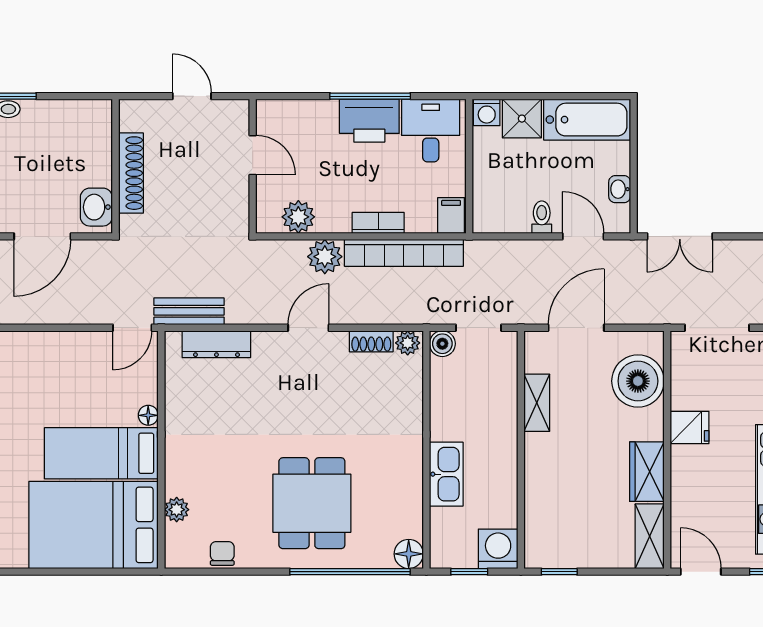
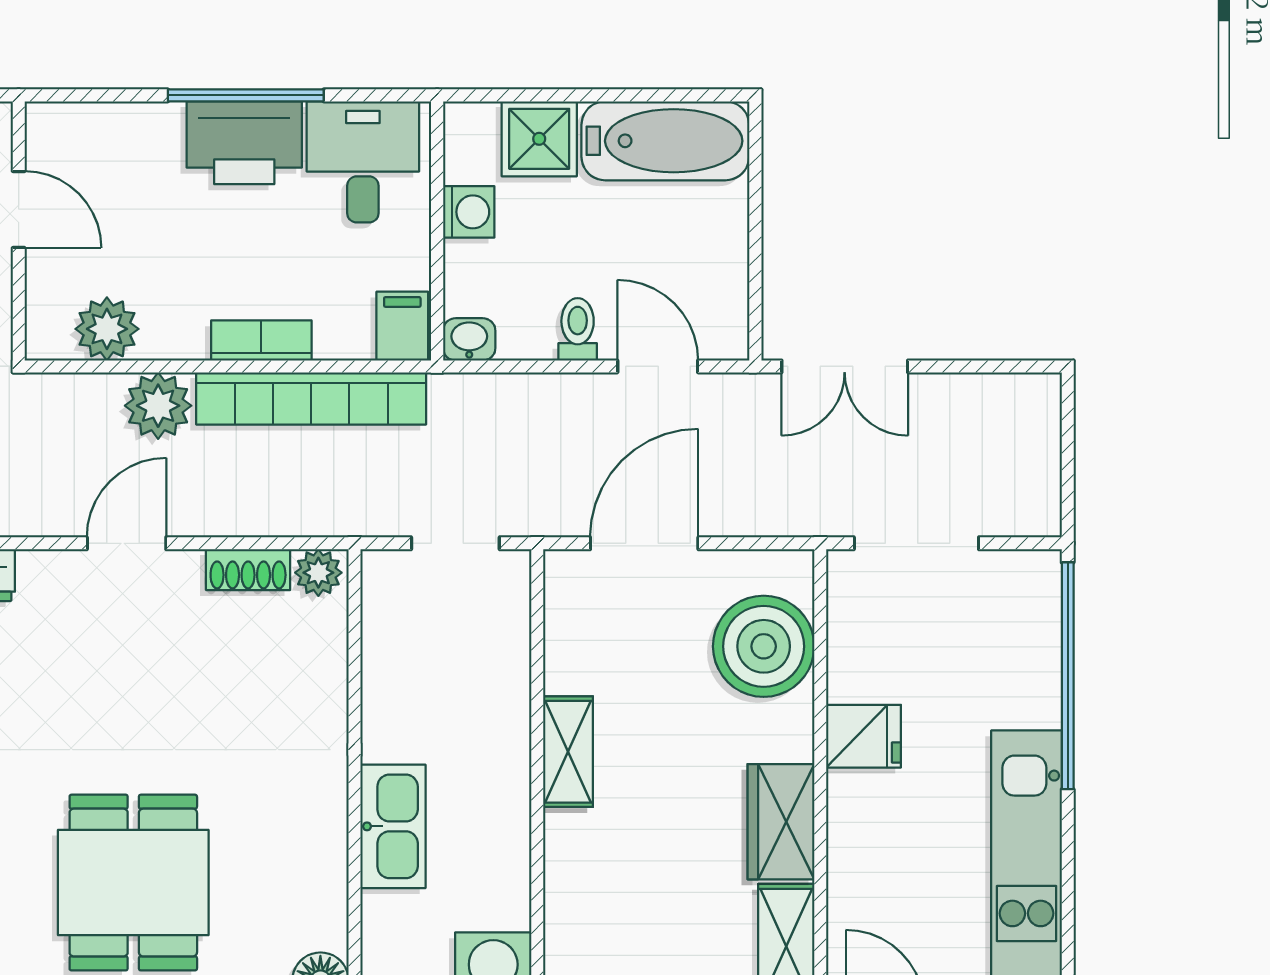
washing machine: (487, 112) -> (469, 212), moved, turned -90
washbasin: (620, 189) -> (469, 339), moved, turned 90
boiler: (442, 344) -> (385, 574), removed
shelving: (537, 403) -> (568, 752), moved

